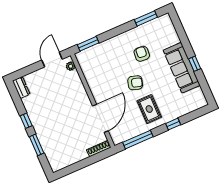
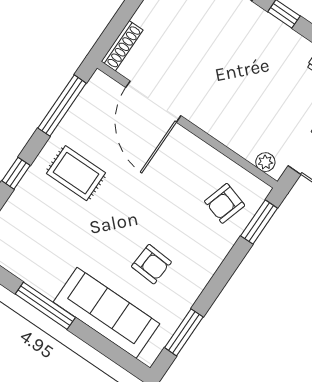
window: (195, 64) -> (45, 306), width x2.17
sofa: (182, 68) -> (107, 313), moved
armchair: (135, 83) -> (225, 203), moved

